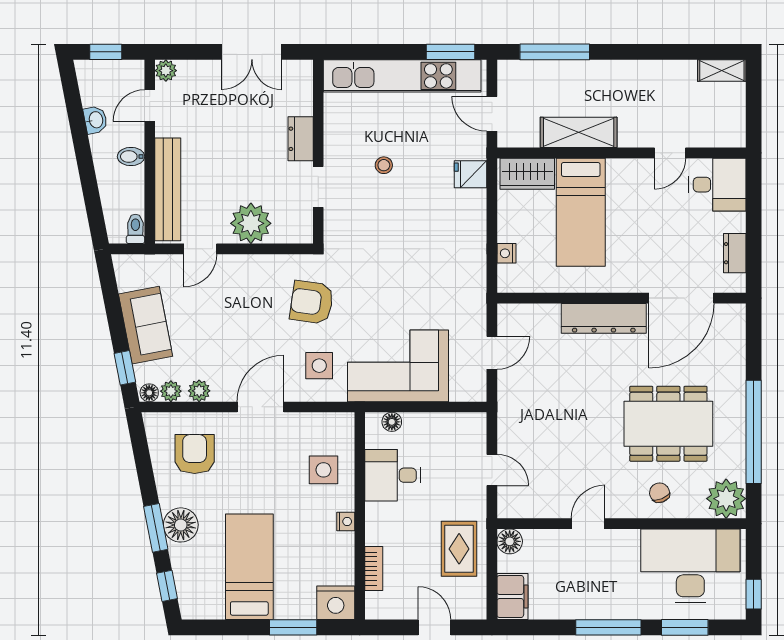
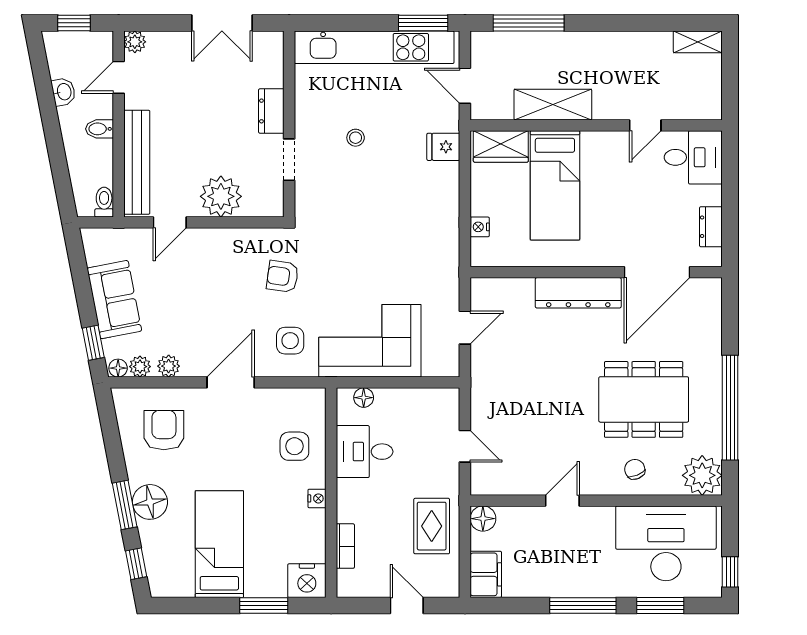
armchair: (312, 302) -> (282, 276), width x0.72, depth x0.72

